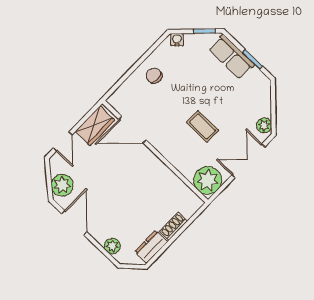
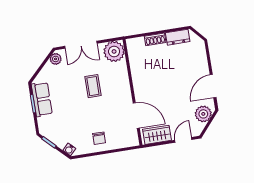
row of seats: (232, 57) -> (42, 99), moved
plant: (112, 246) -> (201, 55), removed

